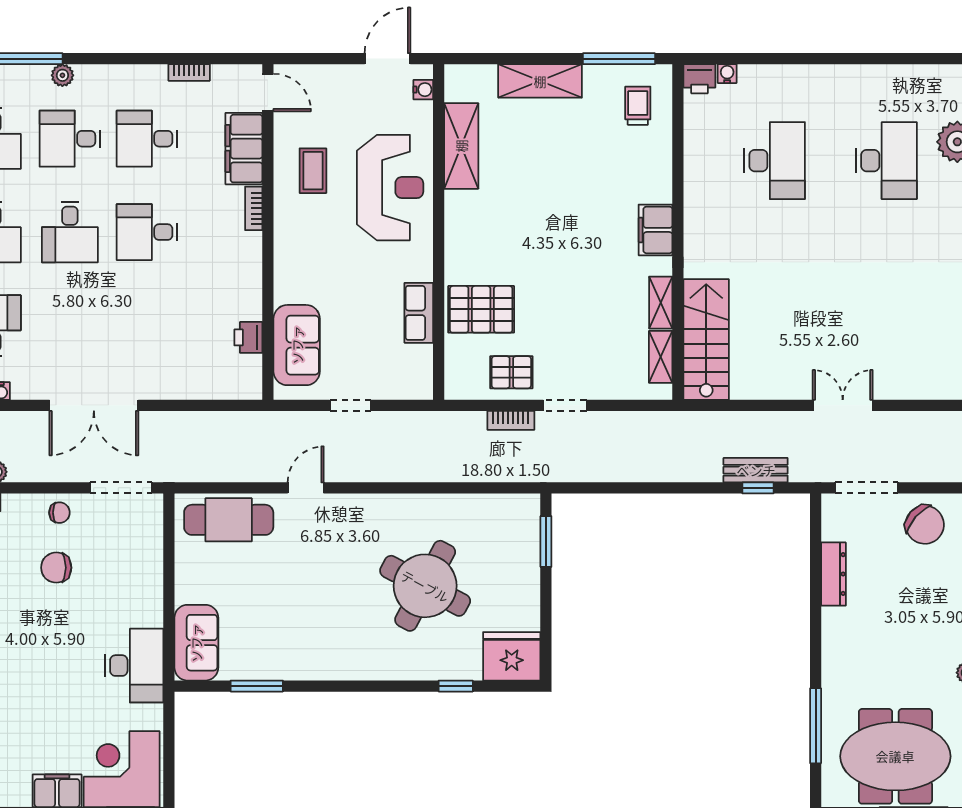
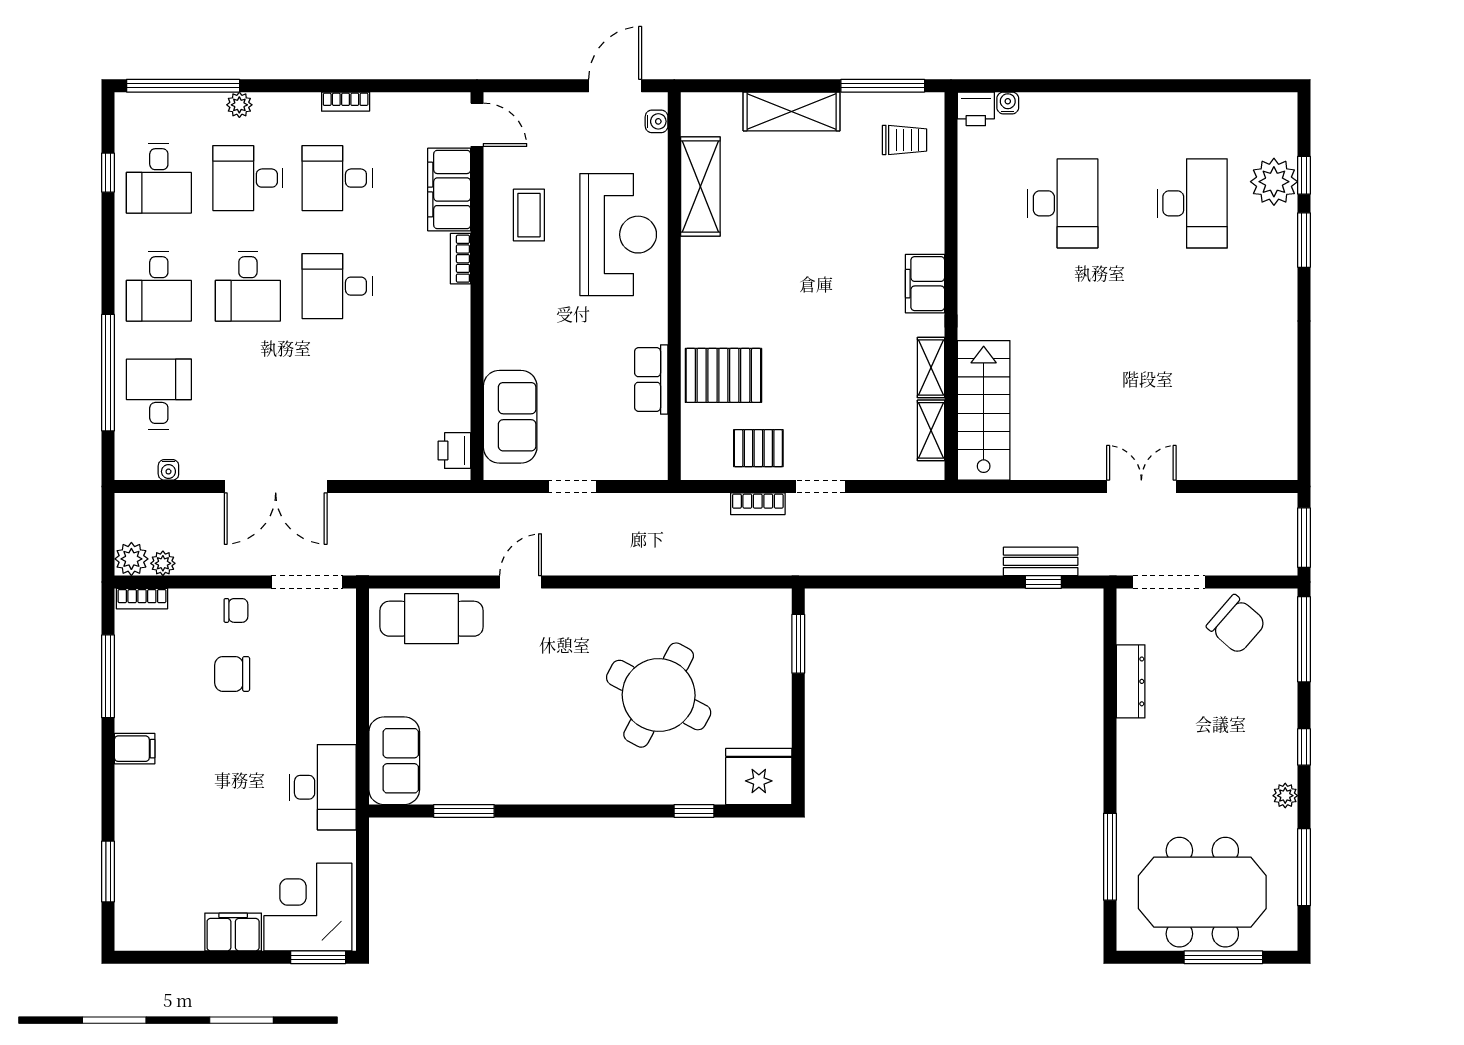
bookcase: (189, 73) -> (346, 102), moved
trolley: (638, 106) -> (904, 140), turned 90
printer: (248, 337) -> (454, 451), moved

